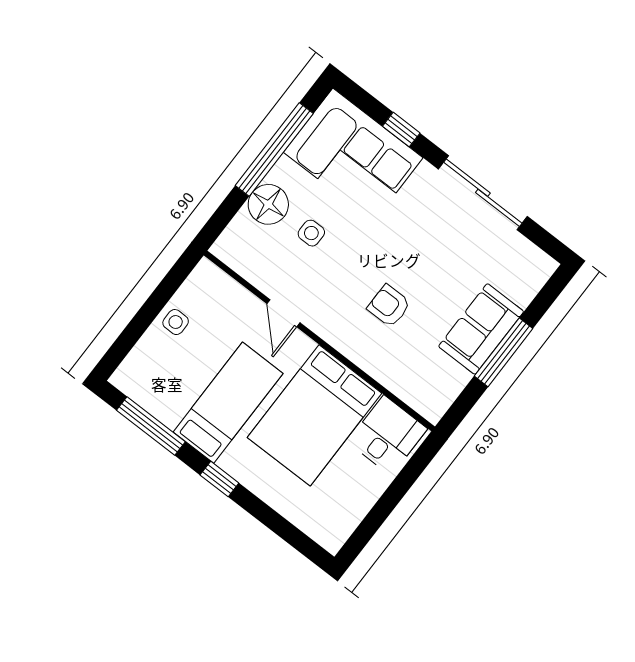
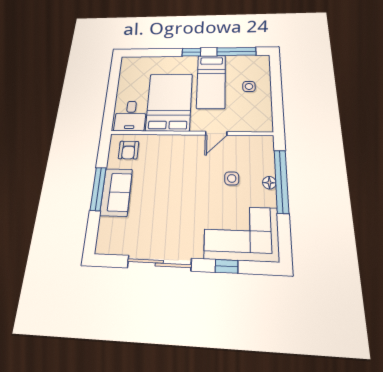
window: (274, 150) -> (281, 181), moved
floor lamp: (268, 204) -> (269, 183), width x0.53, depth x0.53
armchair: (389, 306) -> (129, 150), moved, turned 90
door: (283, 313) -> (216, 133), swing flipped
side table: (176, 322) -> (249, 86), moved

